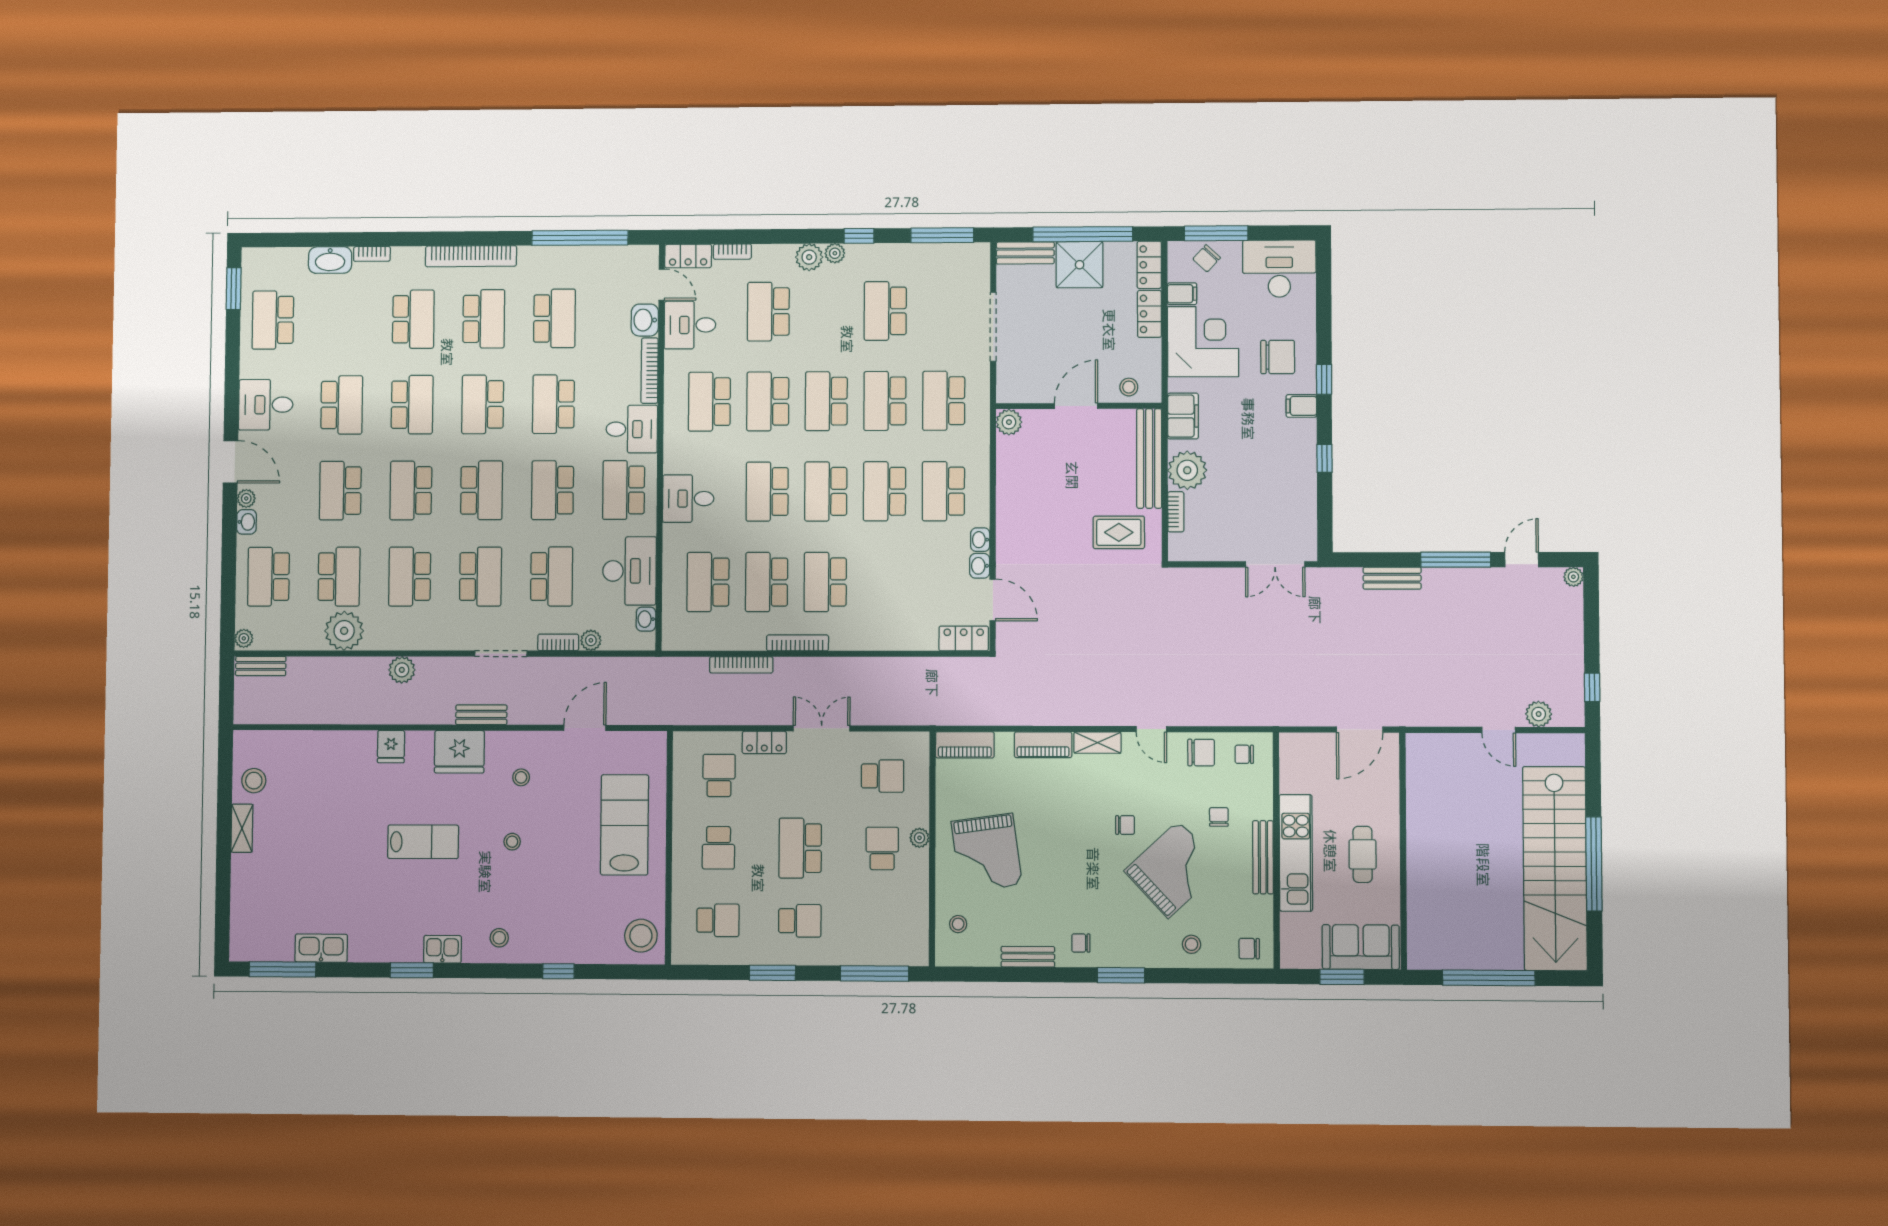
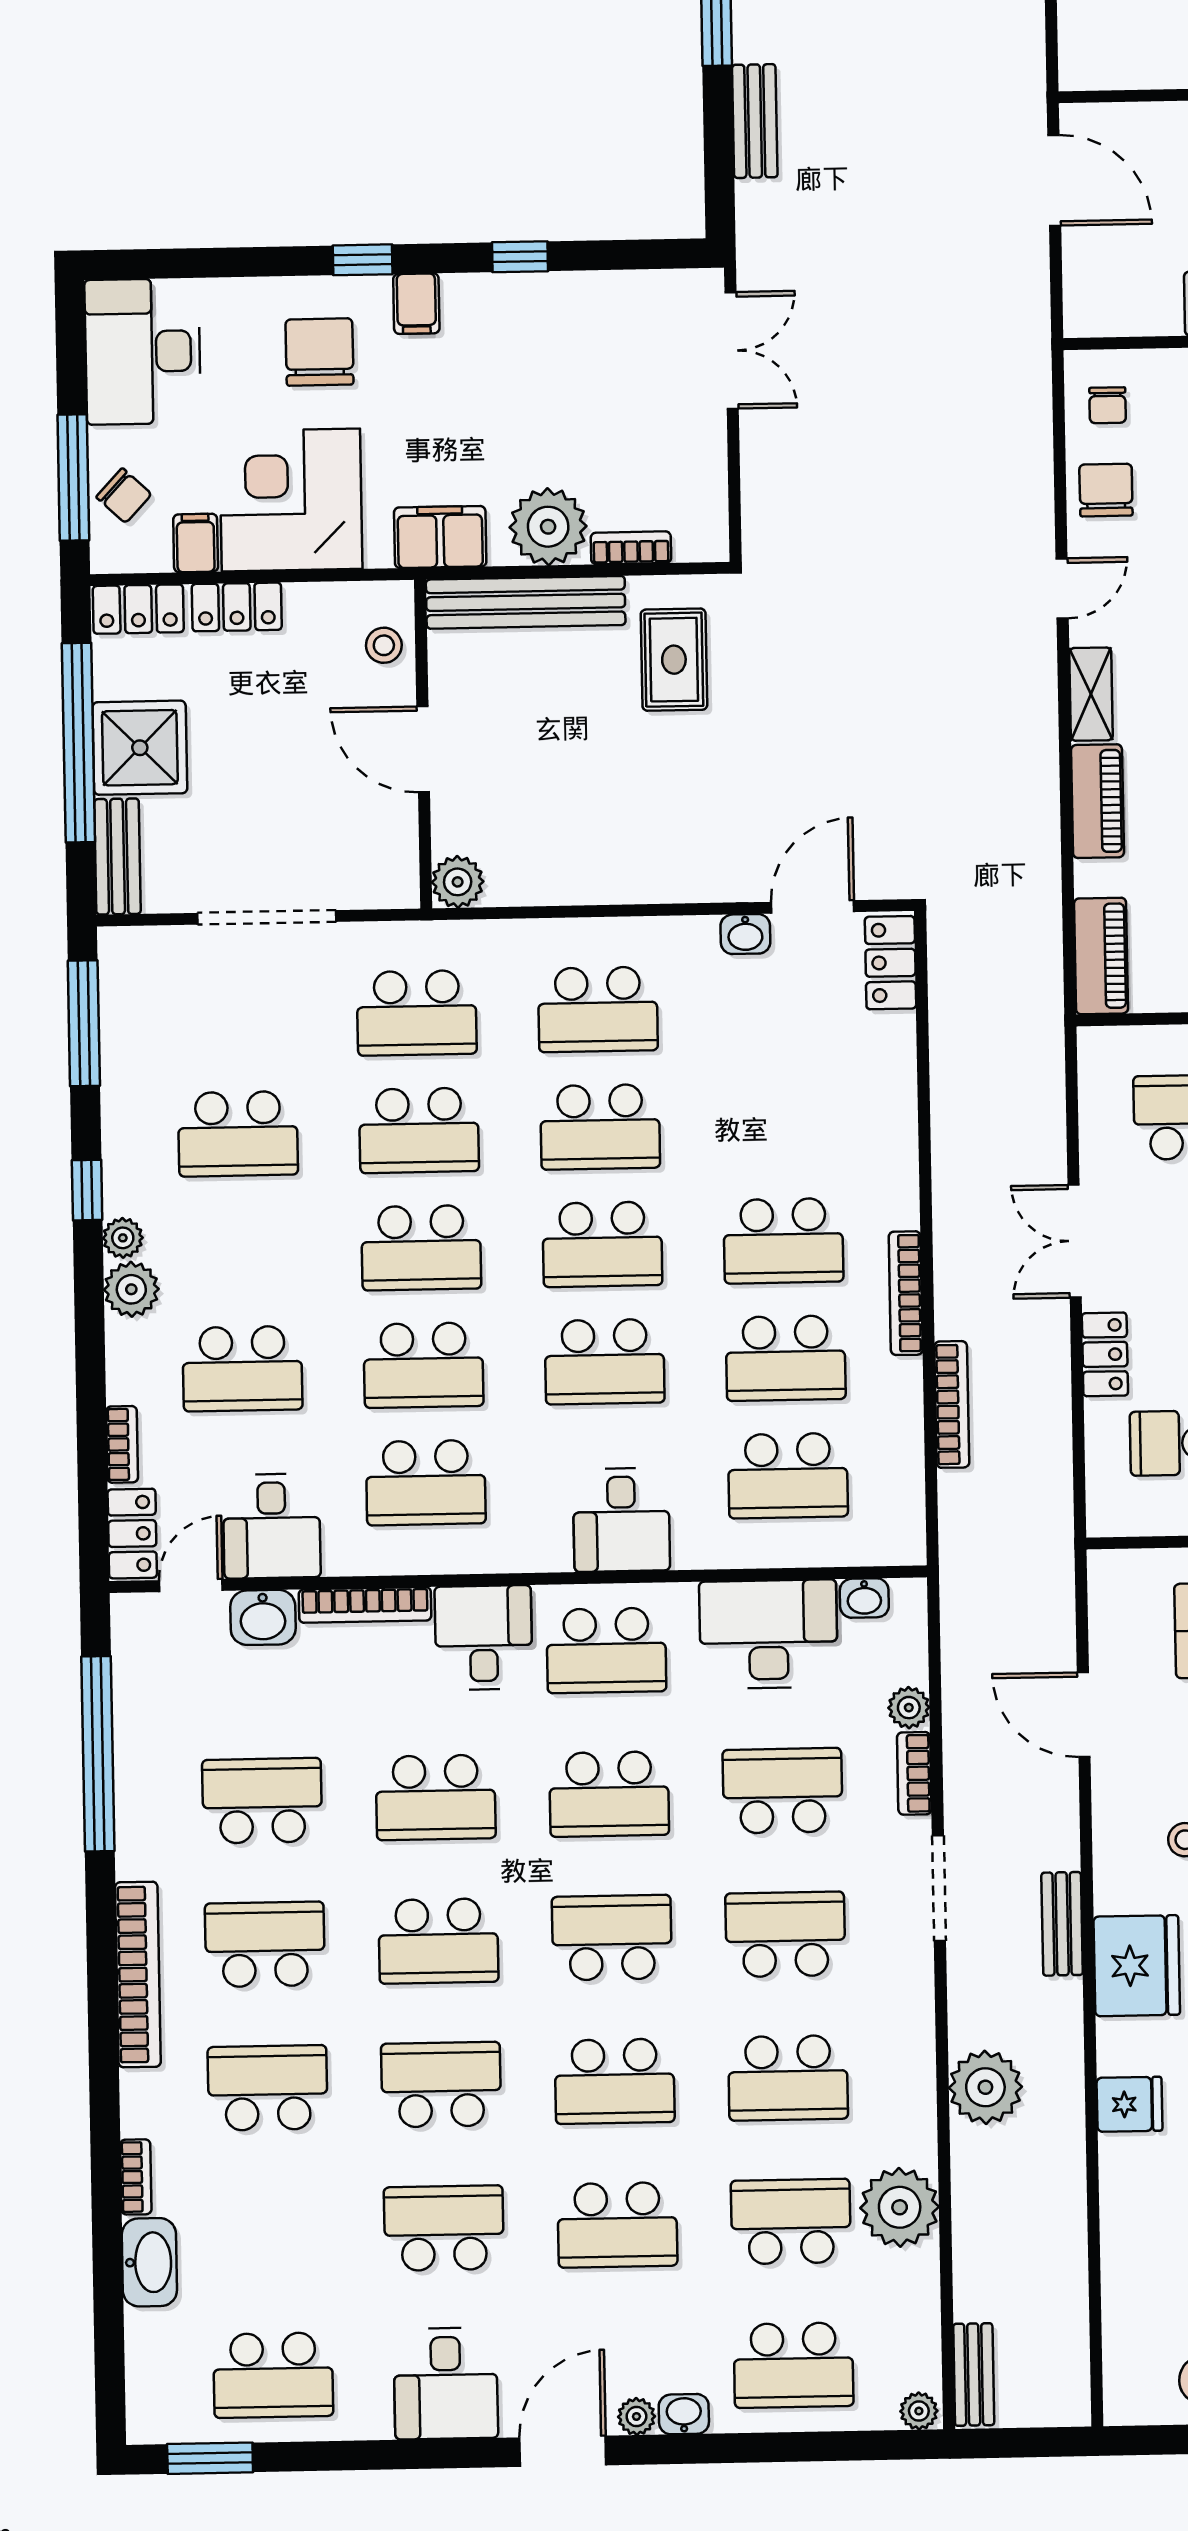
washbasin: (980, 540) -> (693, 934), removed
plant: (402, 670) -> (985, 2087), width x1.36, depth x1.36

